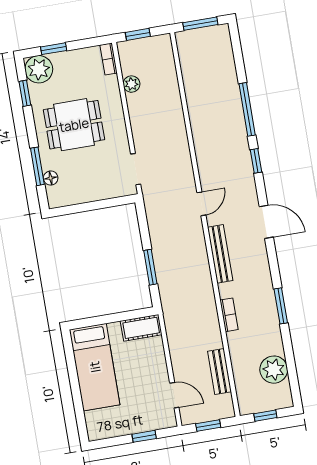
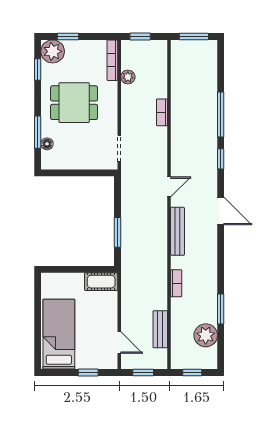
bookcase: (109, 59) -> (112, 60), width x1.56
bookcase: (178, 118) -> (162, 112), added
window: (281, 306) -> (221, 309), moved
bed: (95, 367) -> (59, 334), moved, turned 180

